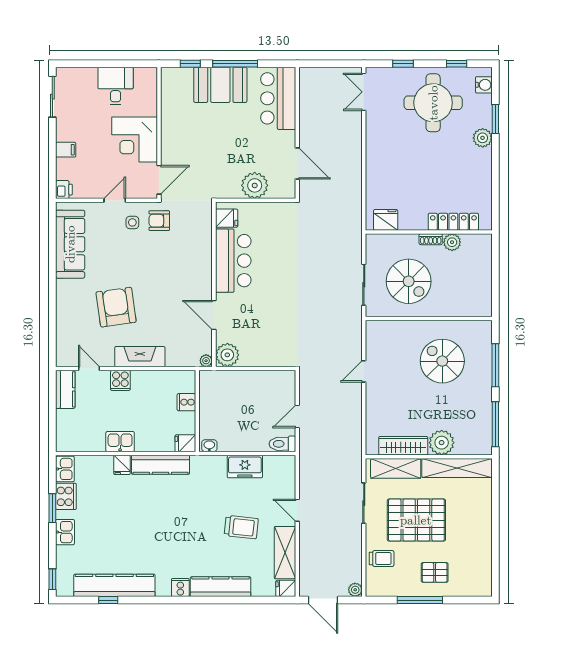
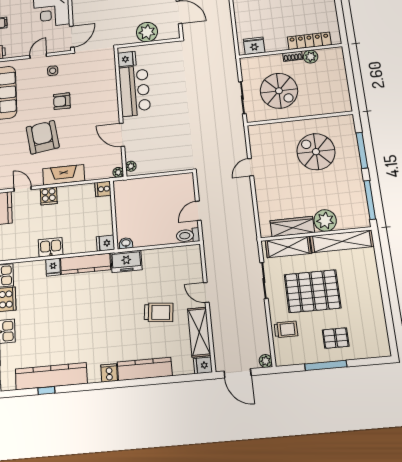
armchair: (159, 221) -> (62, 101), moved
plant: (227, 355) -> (131, 166), width x0.53, depth x0.53
cooker: (186, 402) -> (103, 189), moved
freezer: (245, 467) -> (126, 261), moved

